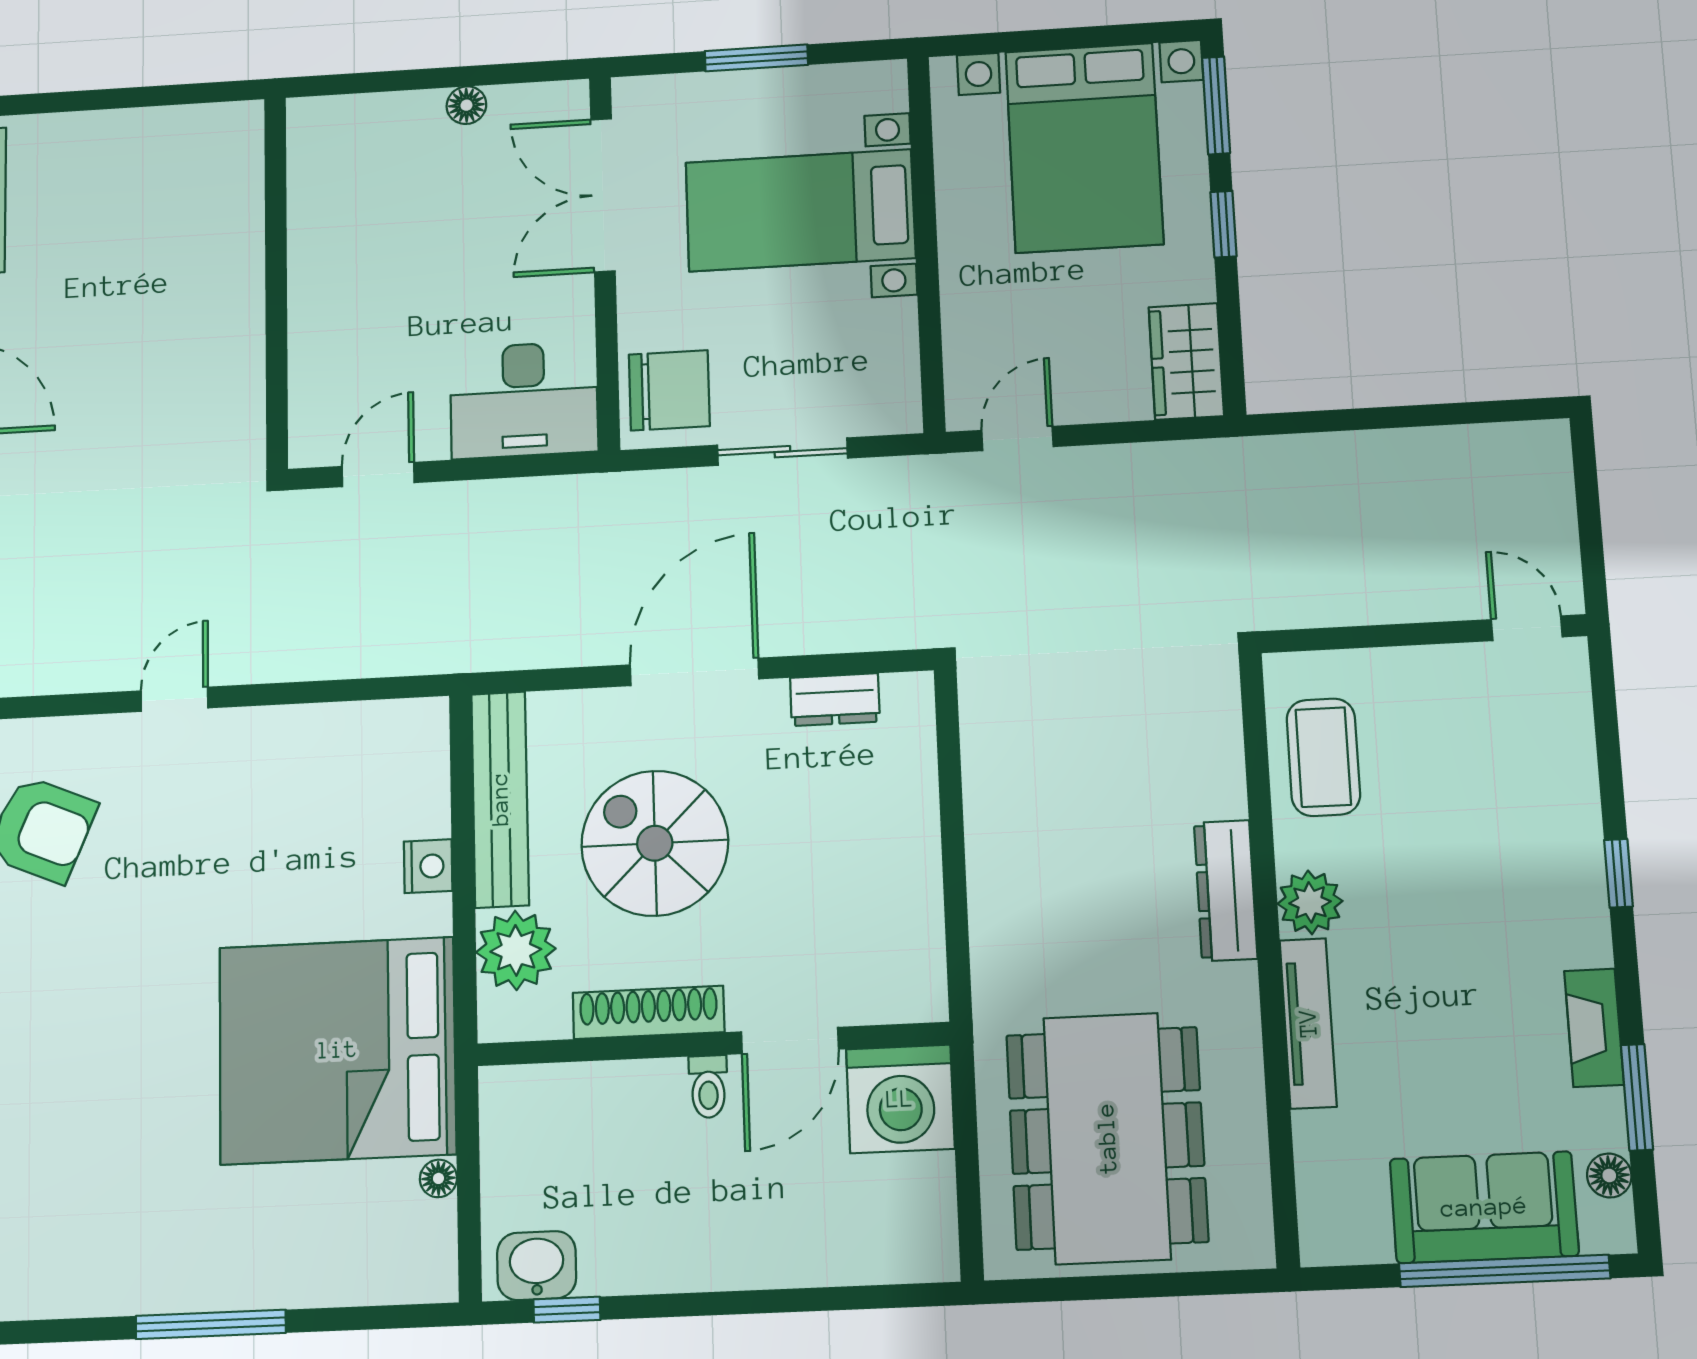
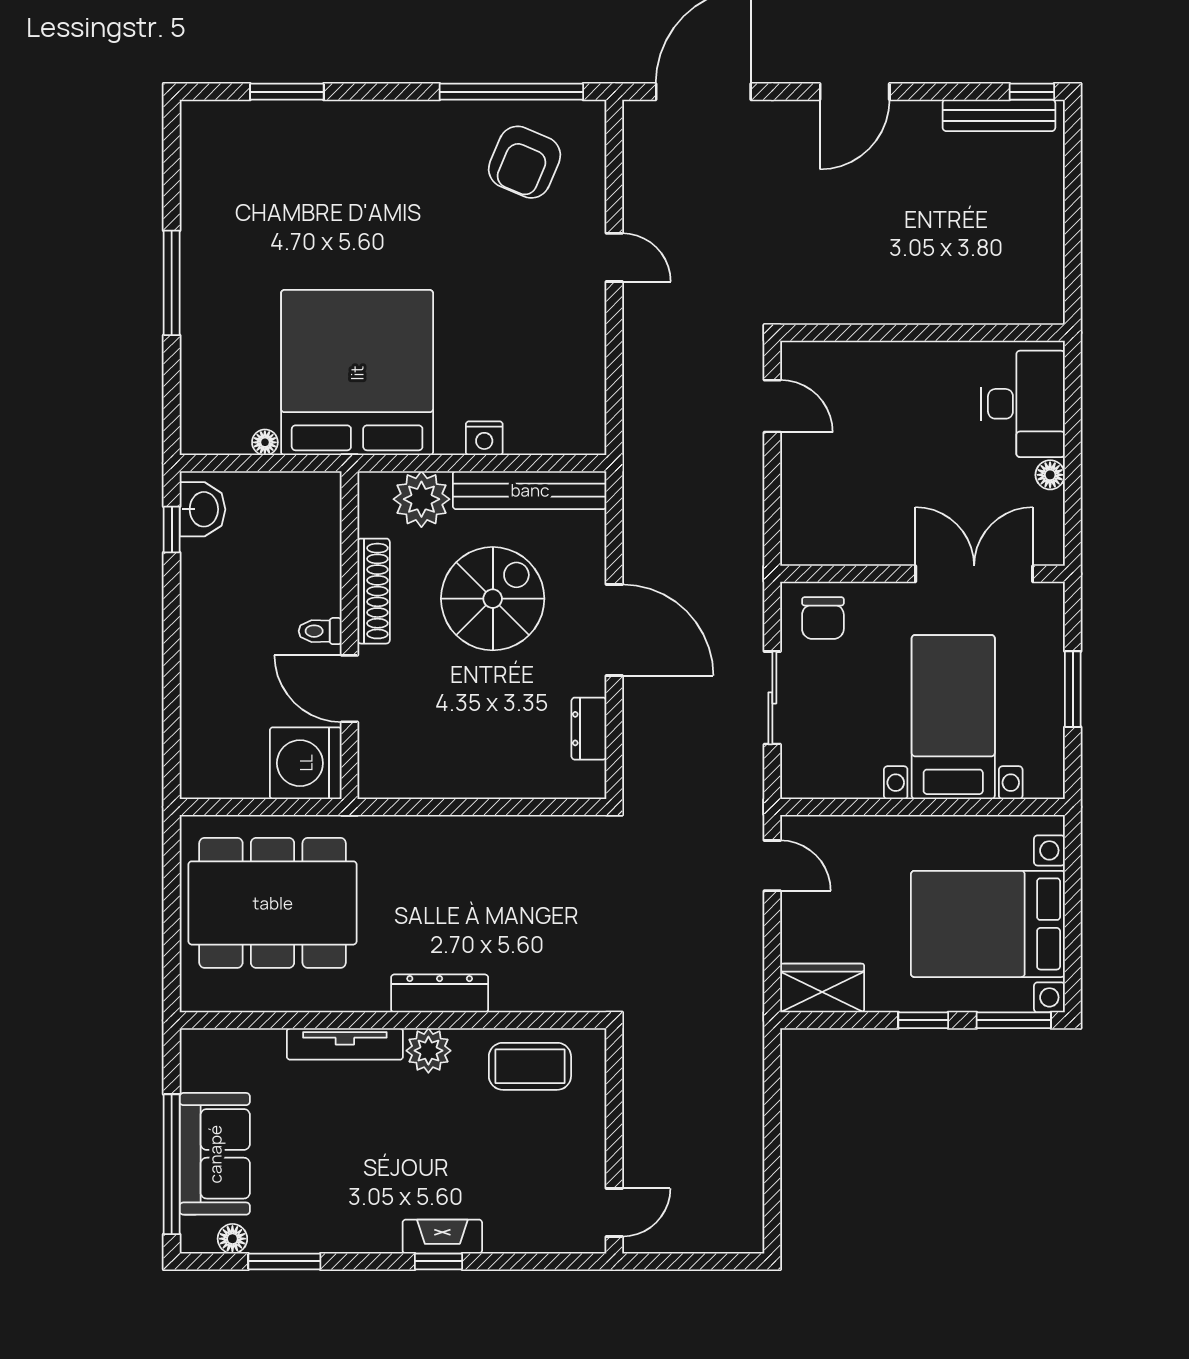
chair: (669, 390) -> (823, 618), width x0.73, depth x0.73
desk: (524, 400) -> (1023, 404), moved, turned 180
fireplace: (1594, 1028) -> (442, 1237), moved

